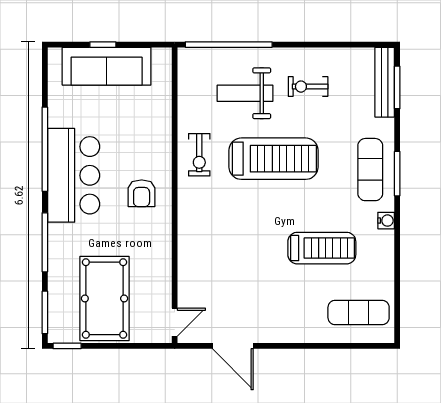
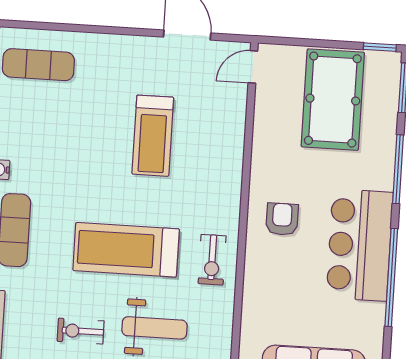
exercise bike: (308, 87) -> (81, 331), turned 180
exercise bike: (199, 155) -> (212, 260), turned 180
treadmill: (322, 248) -> (153, 136), moved, turned -90

